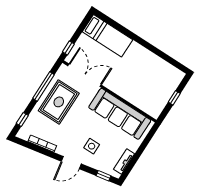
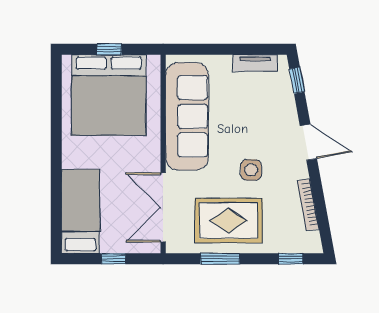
window: (68, 48) -> (113, 259), moved
bed: (153, 84) -> (109, 95), added
window: (43, 87) -> (220, 259), width x0.69
side table: (92, 146) -> (251, 170), moved

